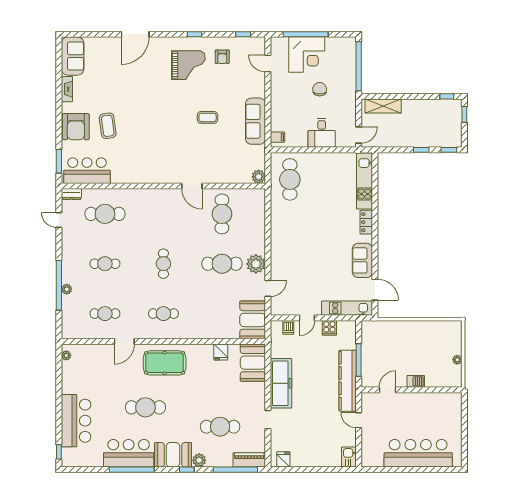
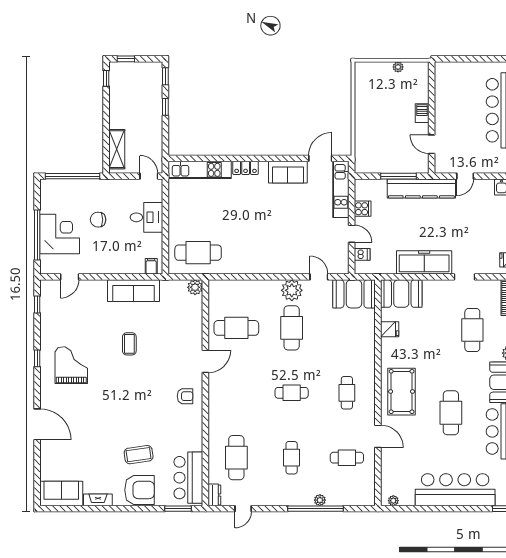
armchair: (222, 57) -> (185, 396), moved
cafe table: (105, 314) -> (347, 458), turned 90
bar counter: (76, 421) -> (455, 490), width x1.36

